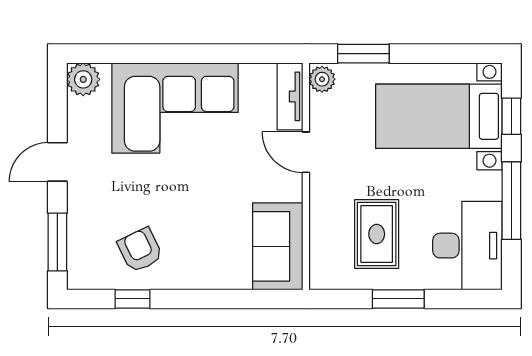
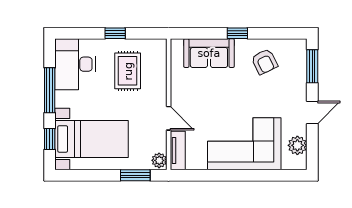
plant: (83, 79) -> (297, 145), moved
sofa: (278, 246) -> (209, 53), moved, turned 90
window: (132, 299) -> (237, 33), moved
window: (398, 299) -> (115, 33), width x0.67

